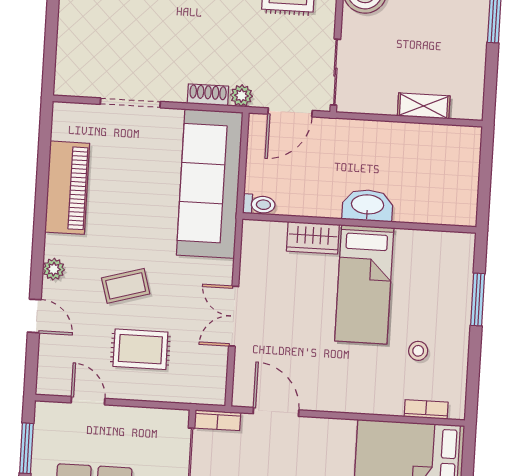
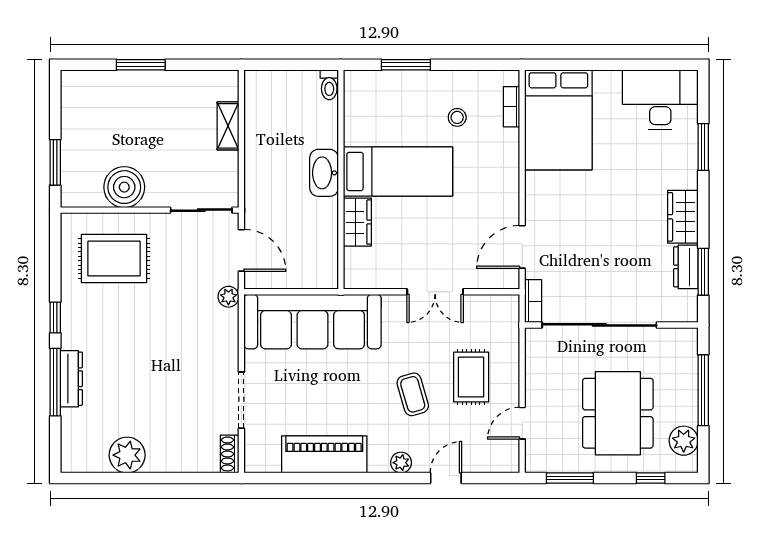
shoe rack: (208, 95) -> (230, 454), moved
toilet: (259, 204) -> (329, 85), moved, turned 180

